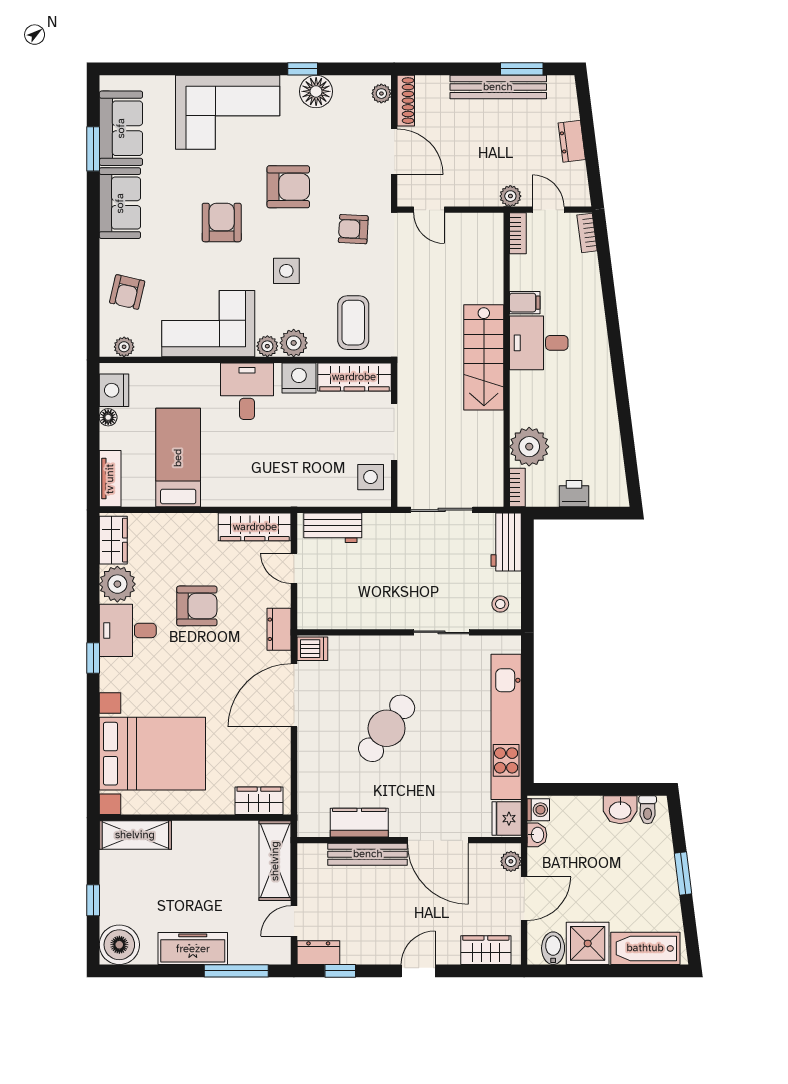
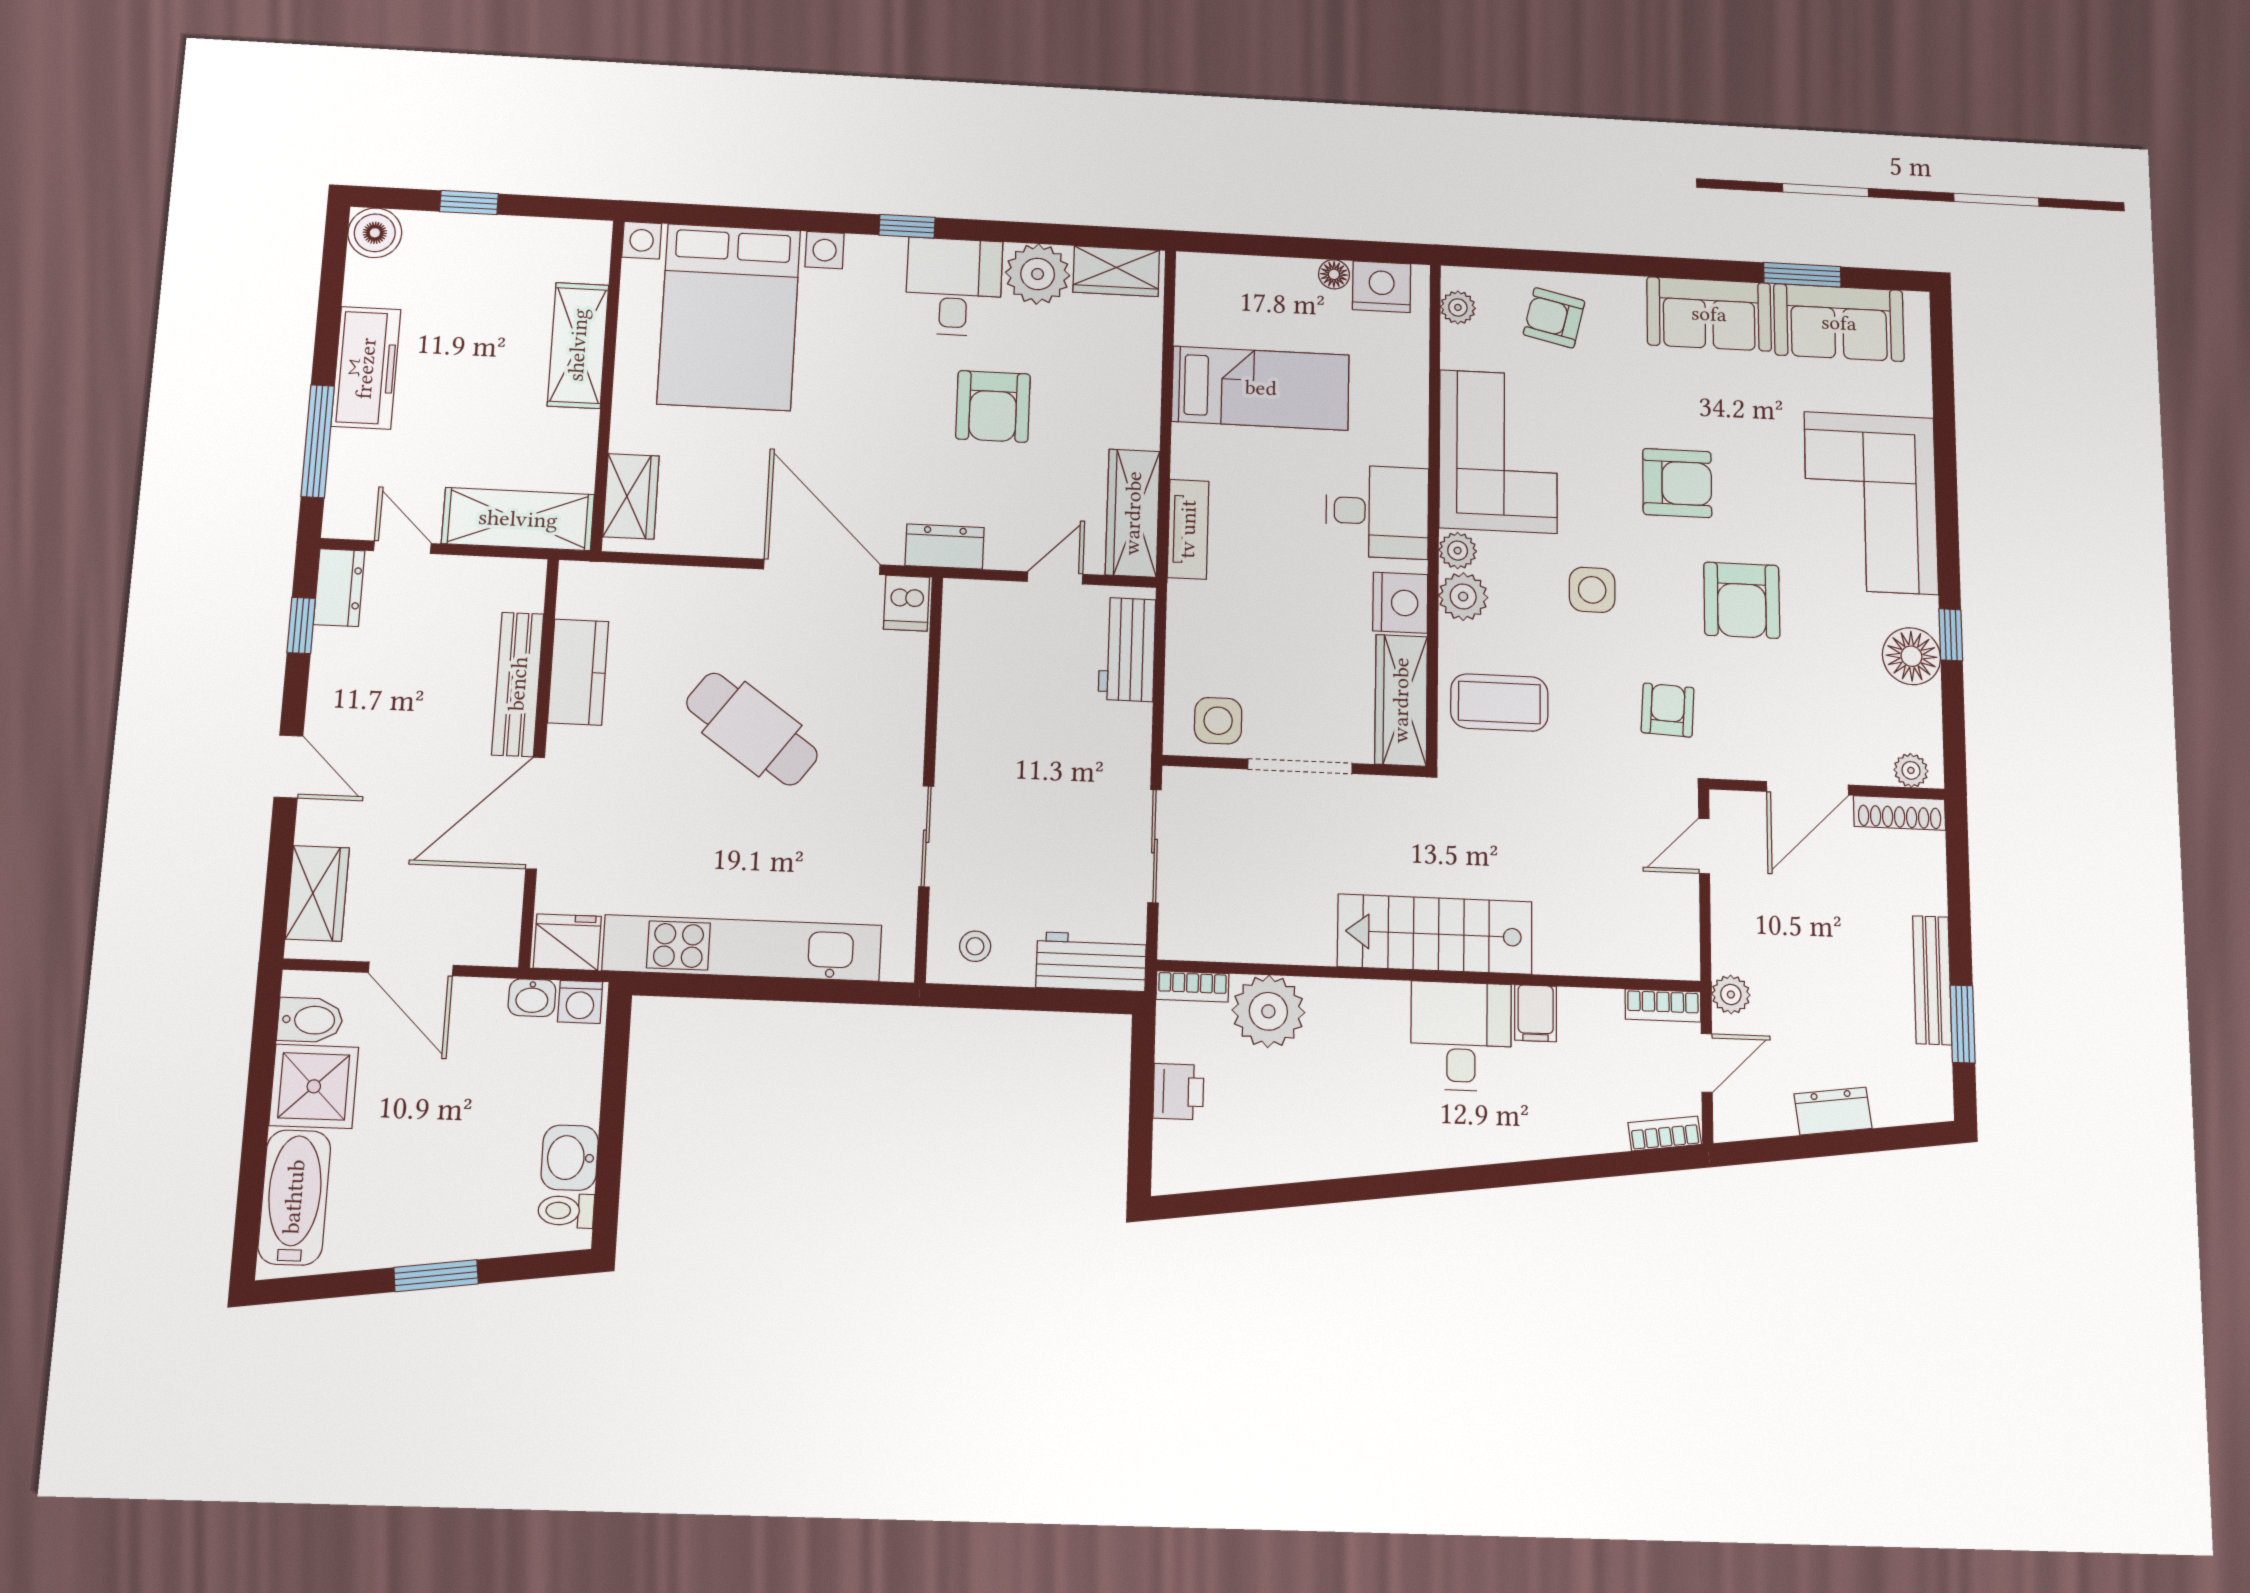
bench: (498, 87) -> (1932, 980), width x0.73, depth x0.82
tv unit: (110, 479) -> (1188, 529), moved, turned -90
shelving: (135, 835) -> (578, 345), moved
plant: (511, 861) -> (485, 947), removed
boiler: (119, 945) -> (375, 233), width x0.73, depth x0.73

